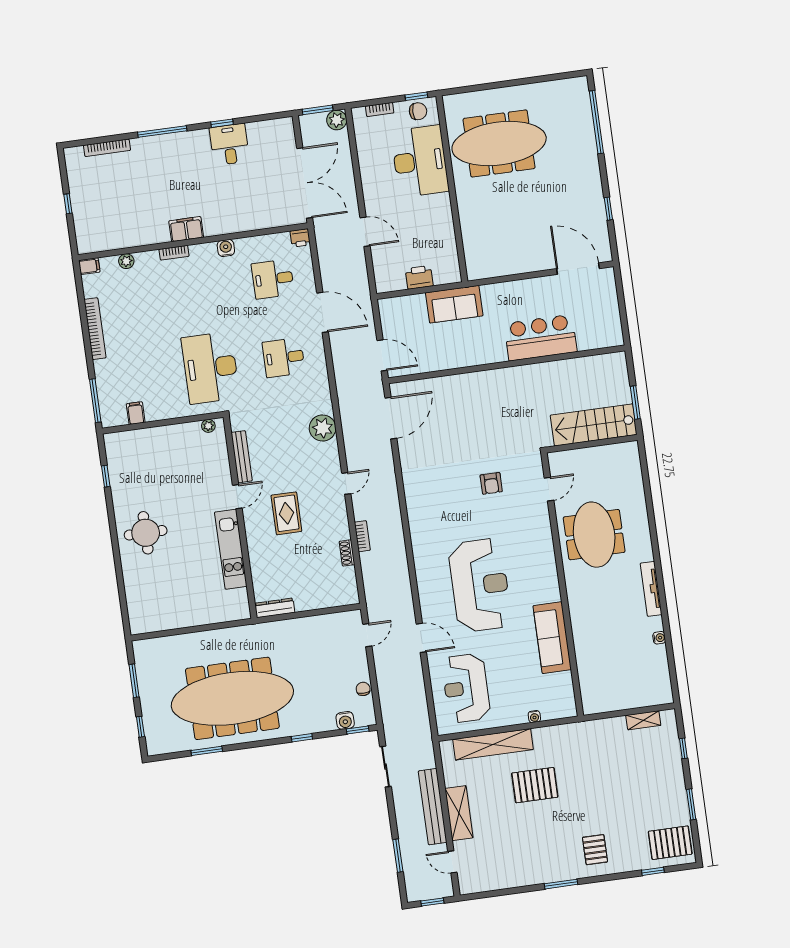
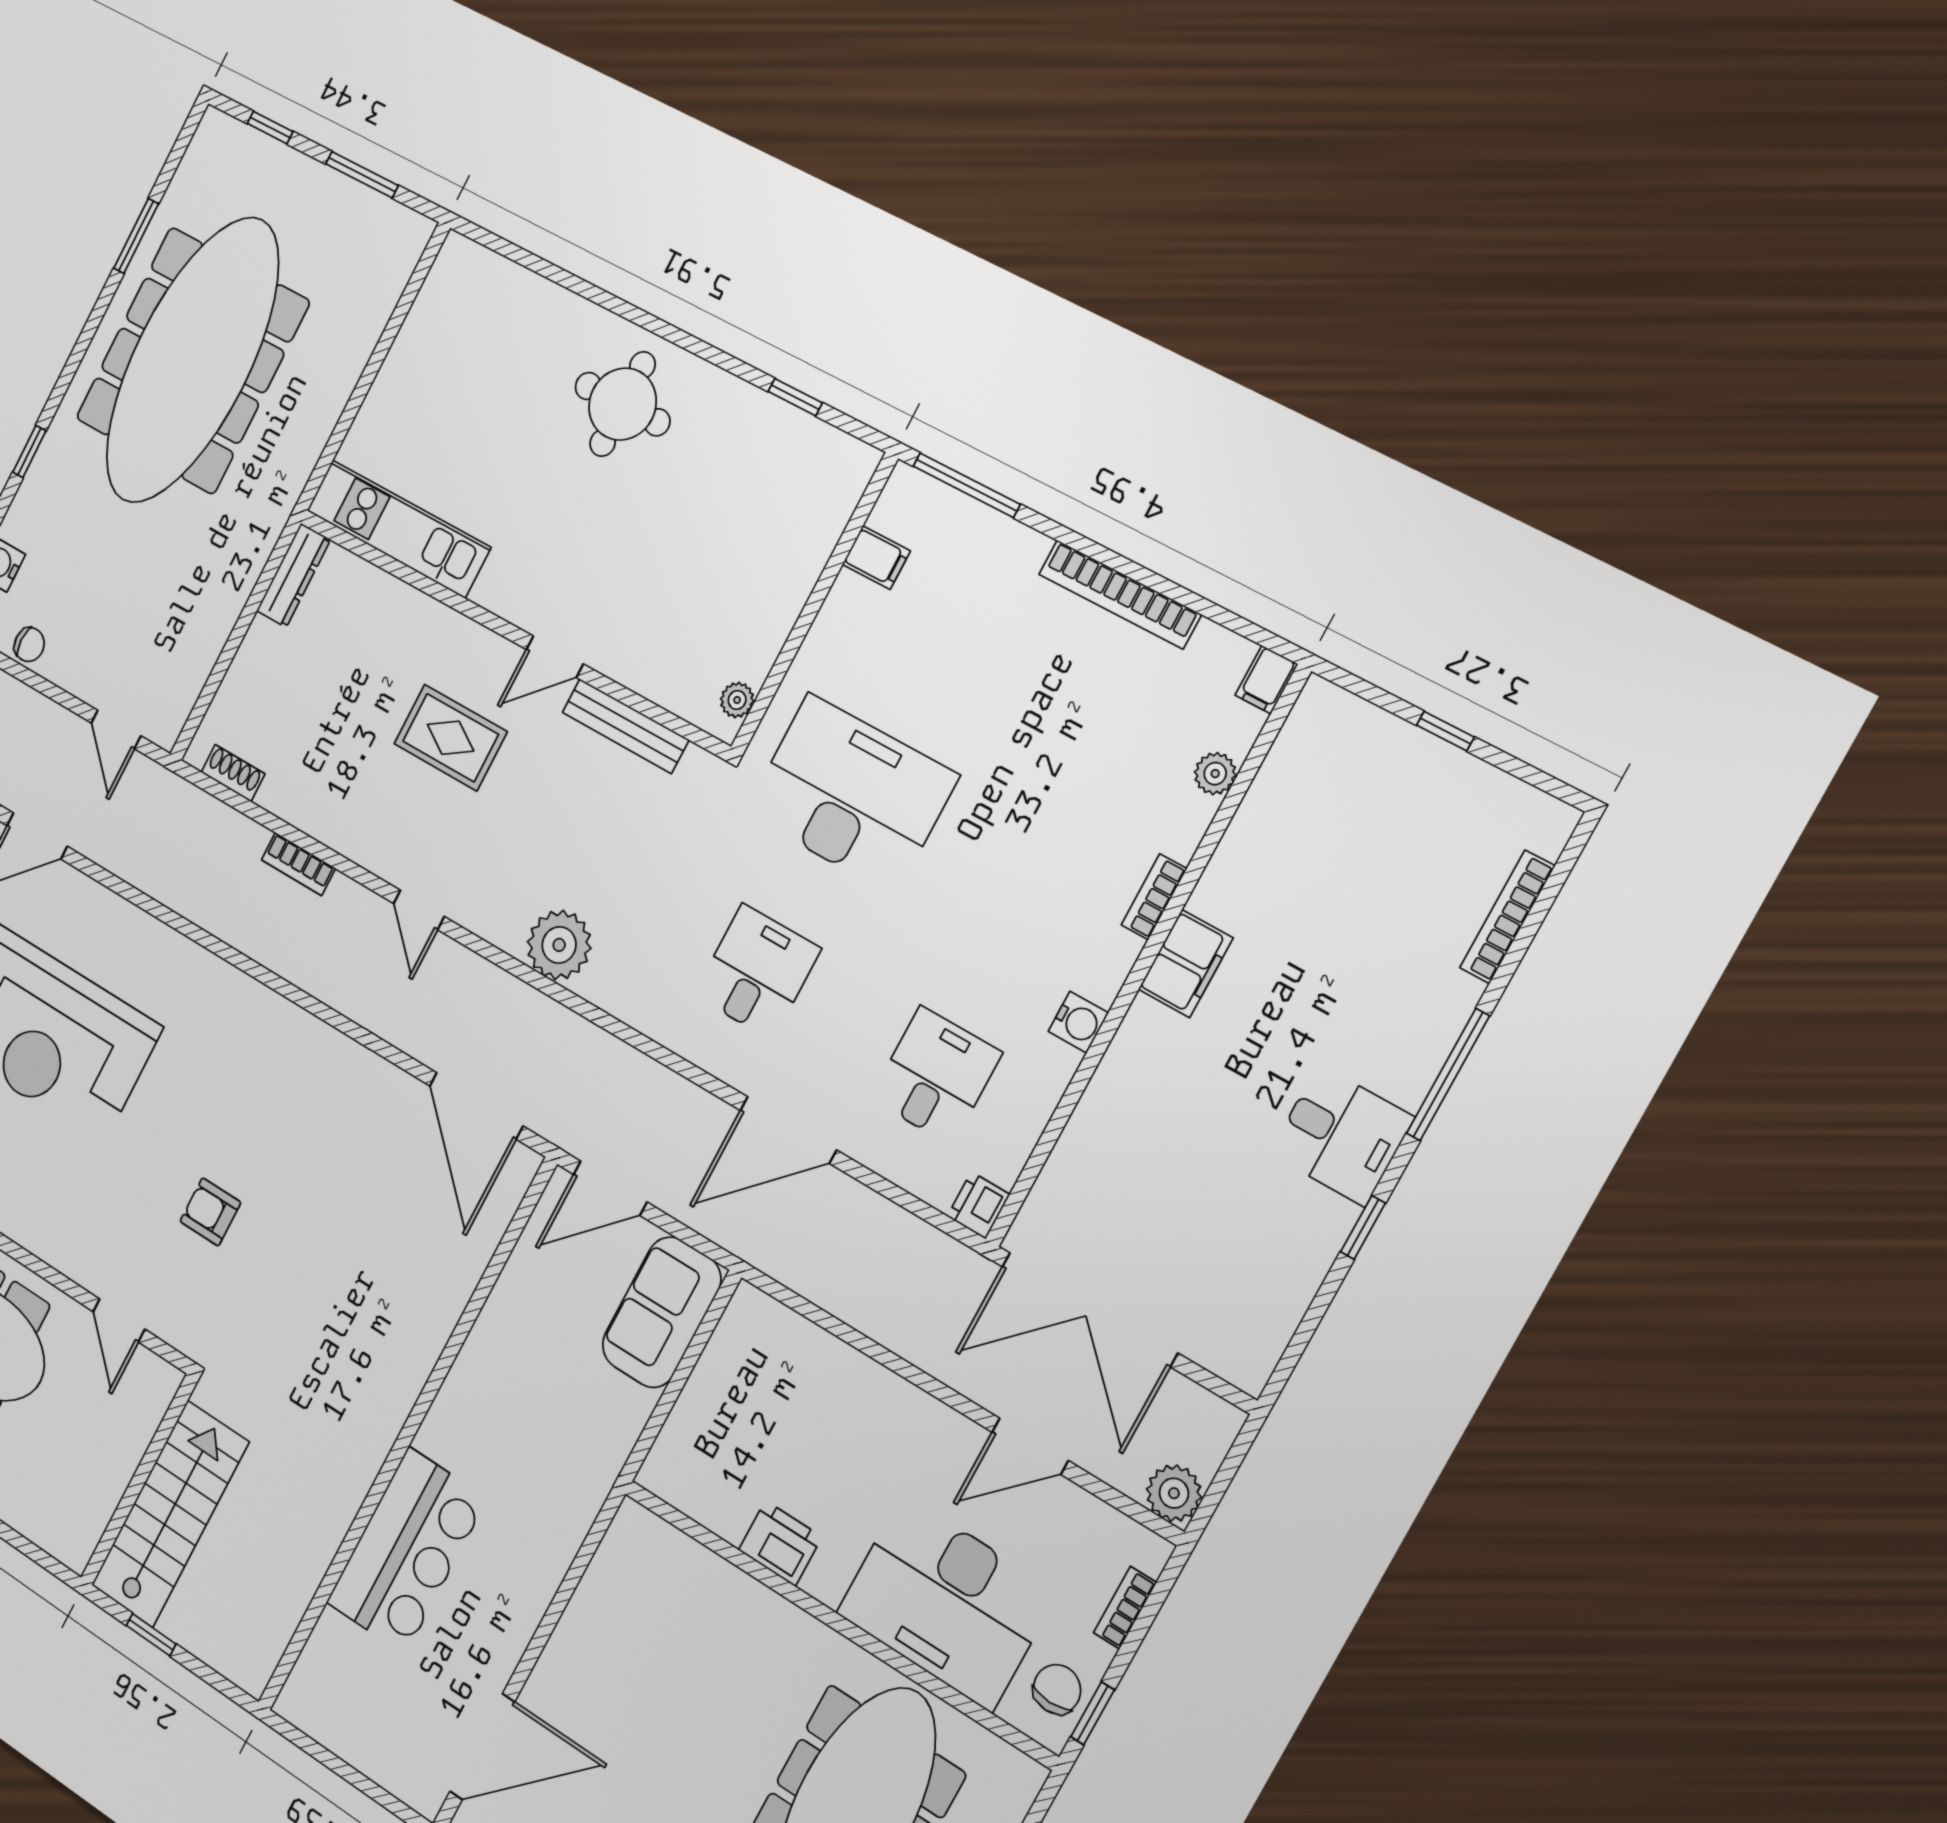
window: (318, 110) -> (1229, 1468), removed
chair: (418, 111) -> (1057, 1689), turned 180
desk: (229, 144) -> (1342, 1135), moved
door: (365, 232) -> (1030, 1446), moved
printer: (419, 277) -> (780, 1543), moved, turned -90
sofa: (454, 304) -> (662, 1312), moved
window: (635, 402) -> (151, 1635), width x0.67
door: (237, 497) -> (555, 657), hinge flipped
kitchen unit: (231, 549) -> (398, 529), moved
shoe rack: (347, 553) -> (233, 773), moved

